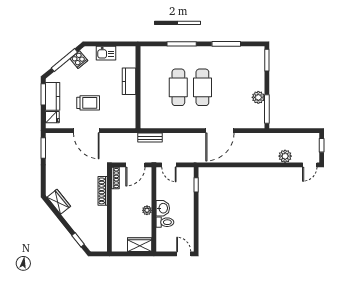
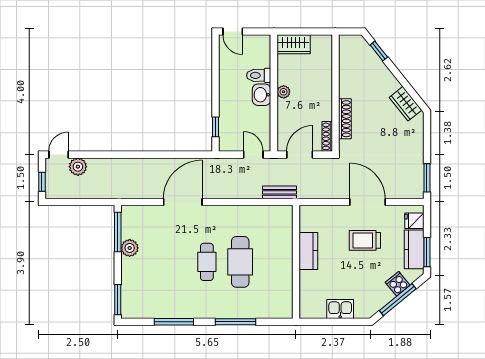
cooker: (79, 60) -> (398, 284), moved
kitchen counter: (129, 81) -> (308, 251), moved
cafe table: (202, 87) -> (207, 262), width x0.73, depth x0.74
plant: (285, 156) -> (78, 167), moved

